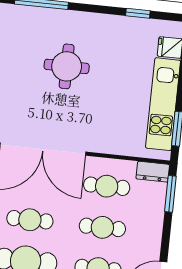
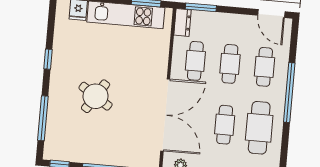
window: (138, 13) -> (48, 59), moved
round table: (67, 66) -> (96, 96), turned 33

